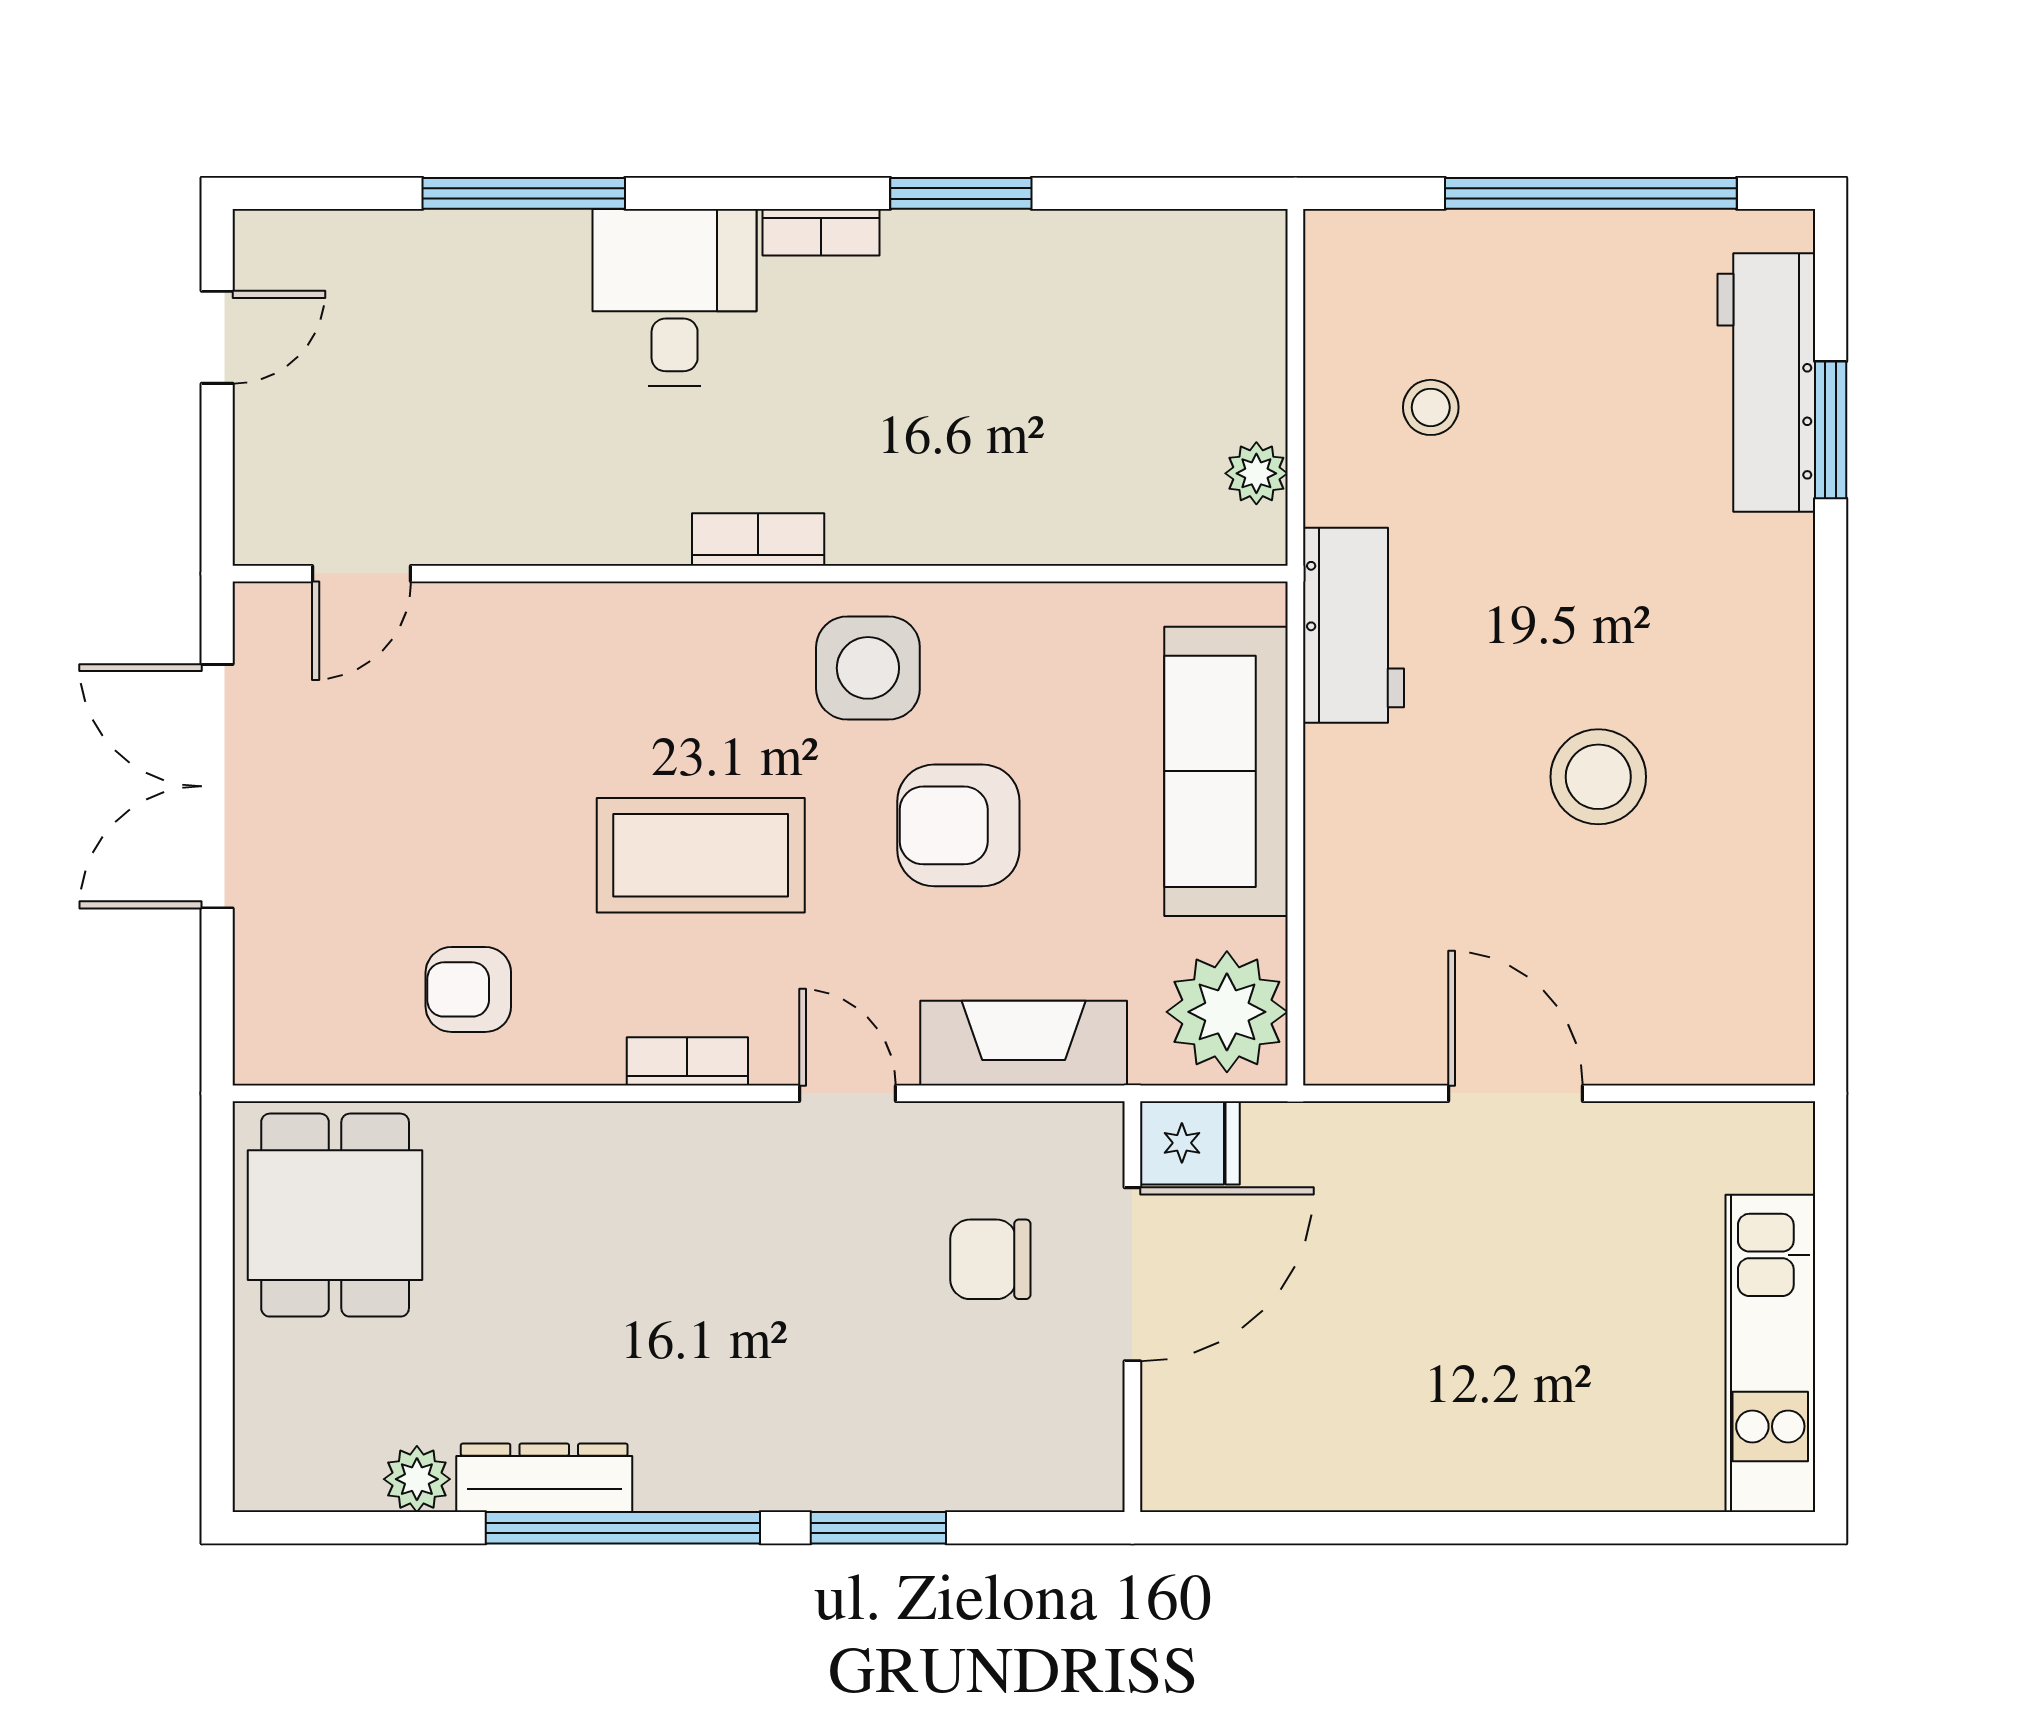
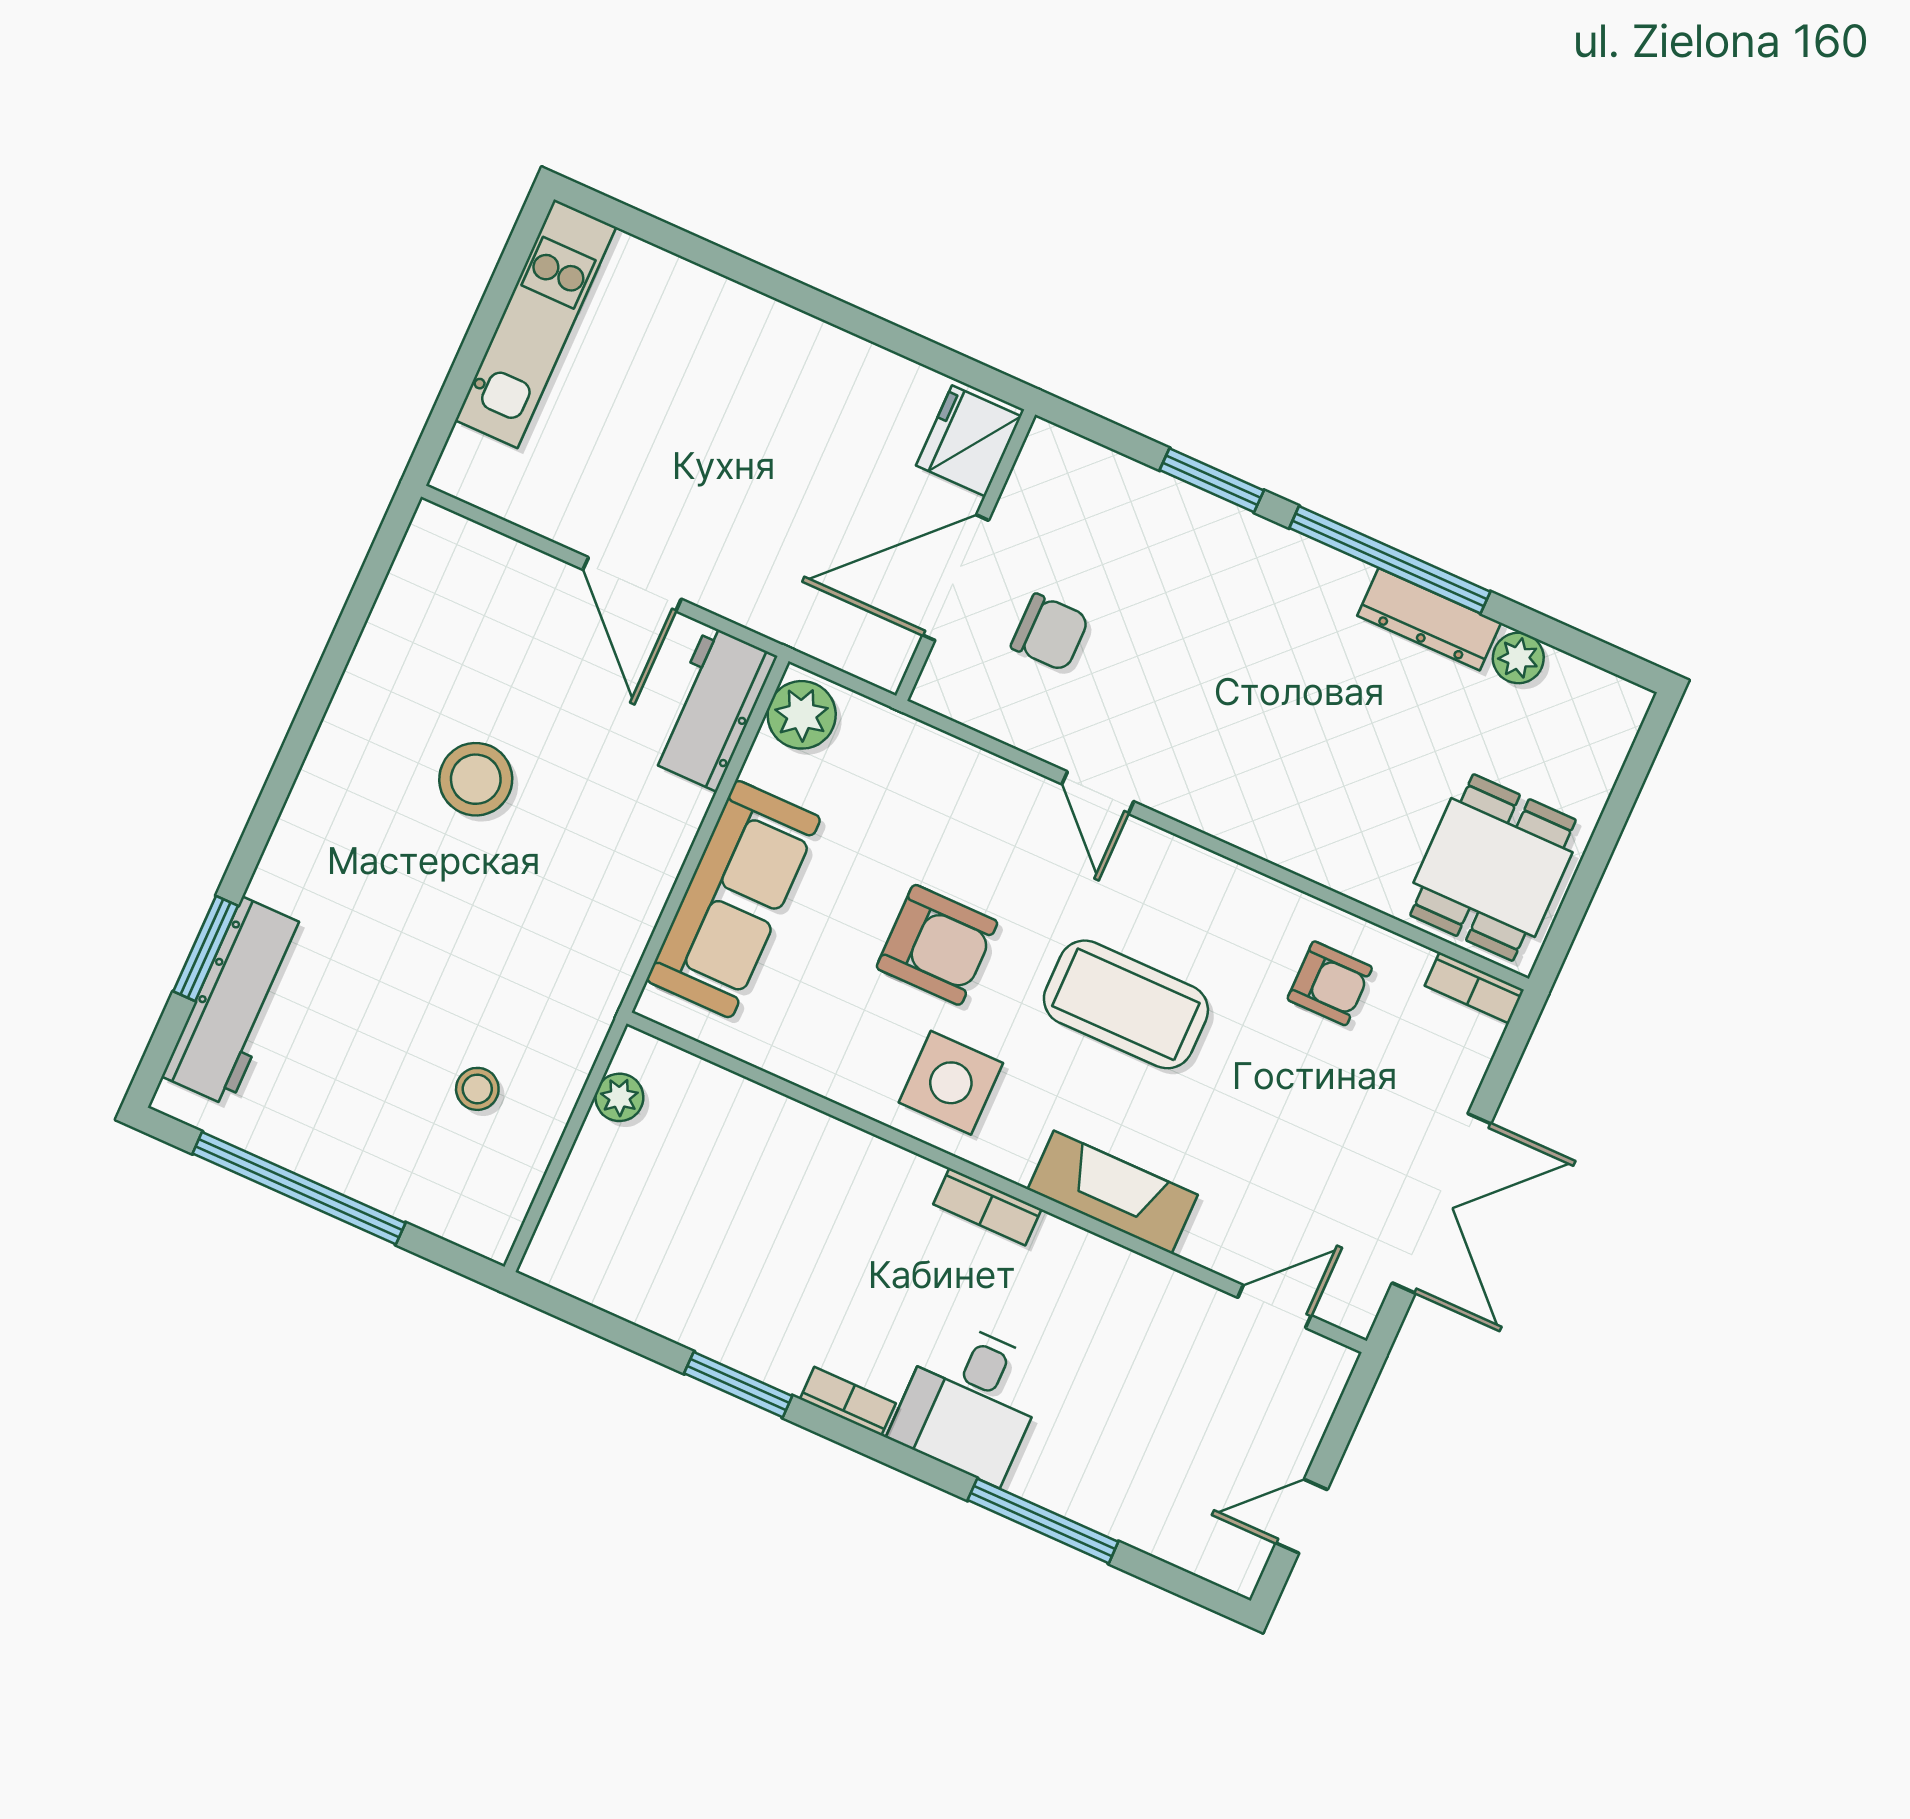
workbench: (1354, 625) -> (712, 708), moved
plant: (1227, 1012) -> (802, 715), width x0.73, depth x0.73
fireplace: (1024, 1043) -> (1113, 1192), moved, turned 180
bookcase: (687, 1061) -> (1474, 988), moved
fridge: (1190, 1143) -> (969, 441), moved, width x1.38

